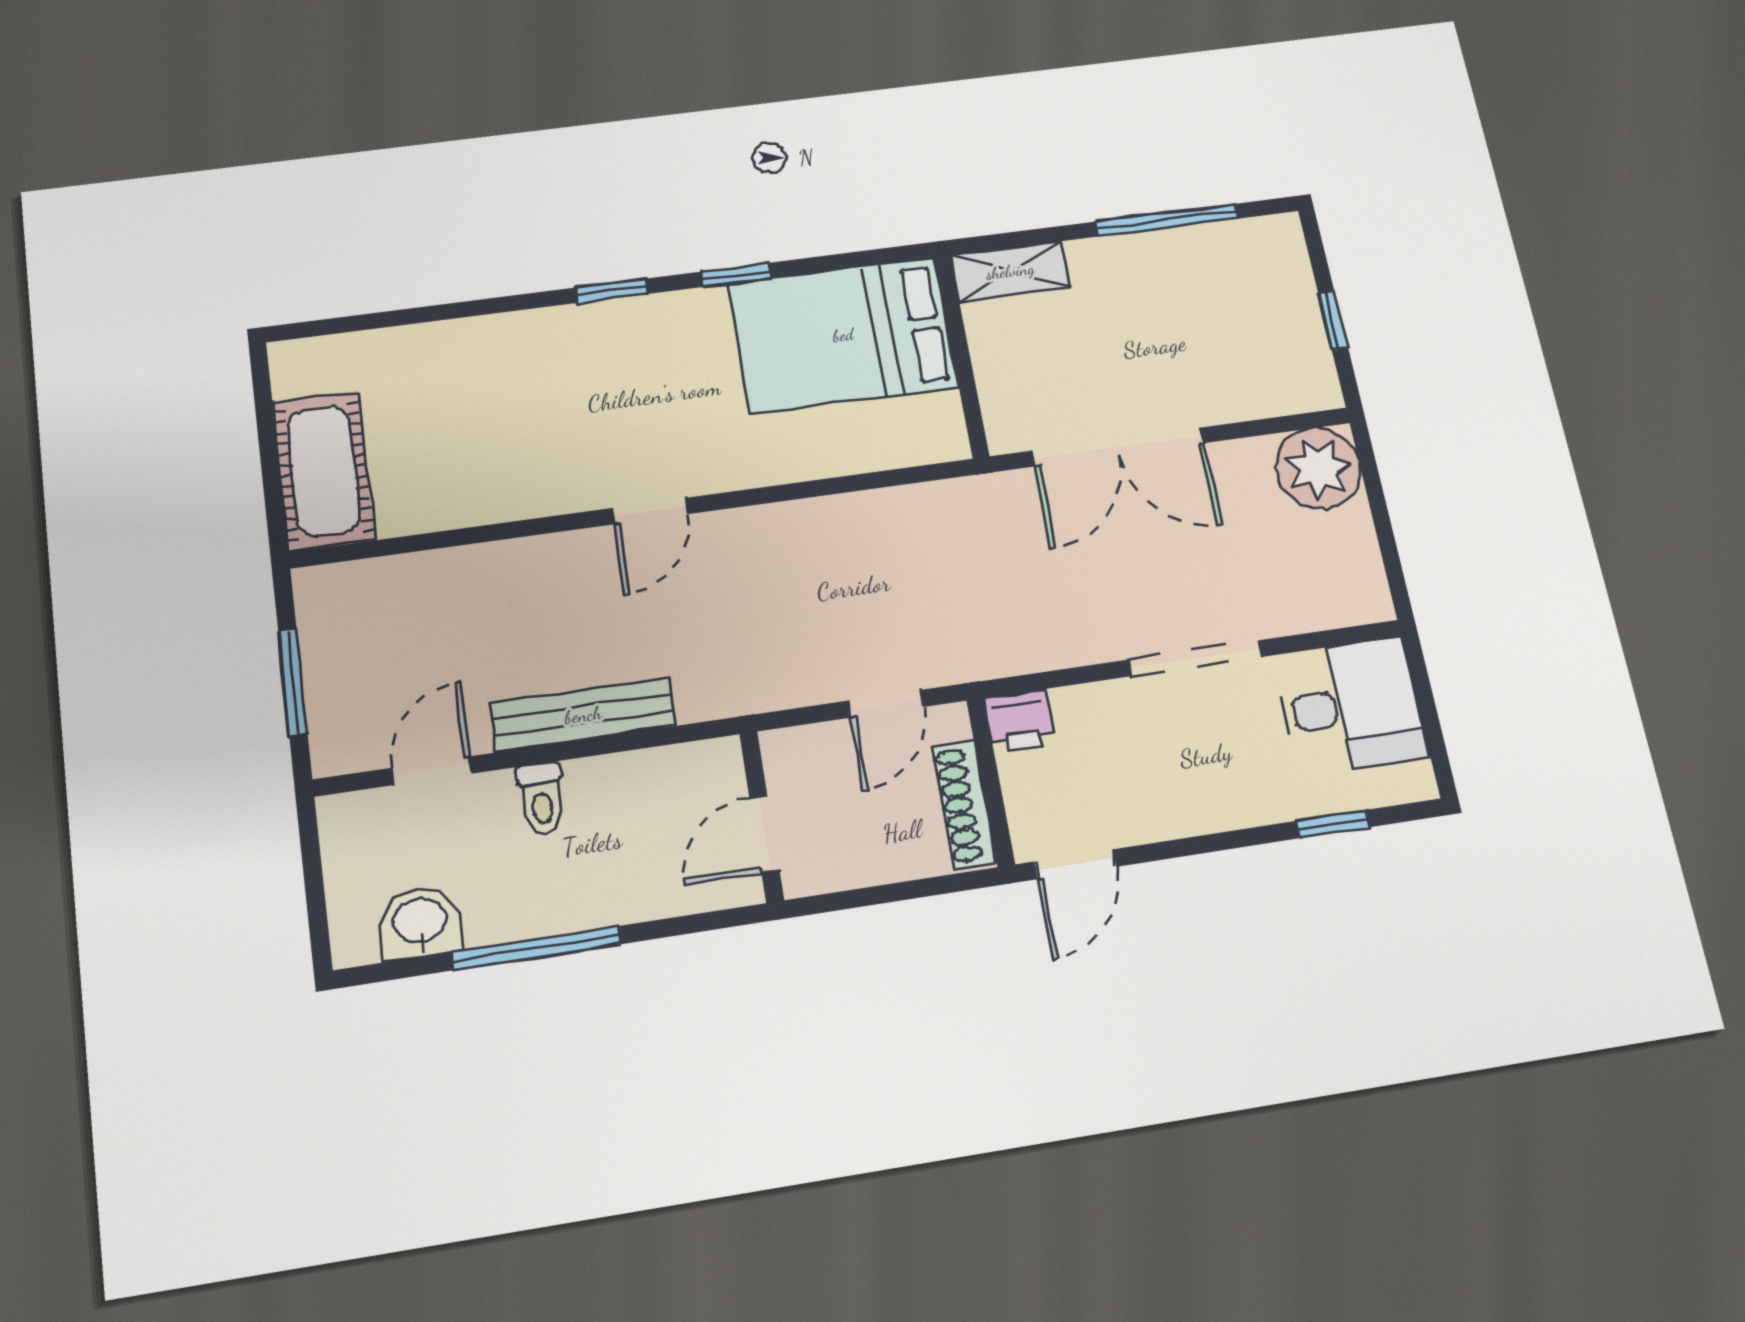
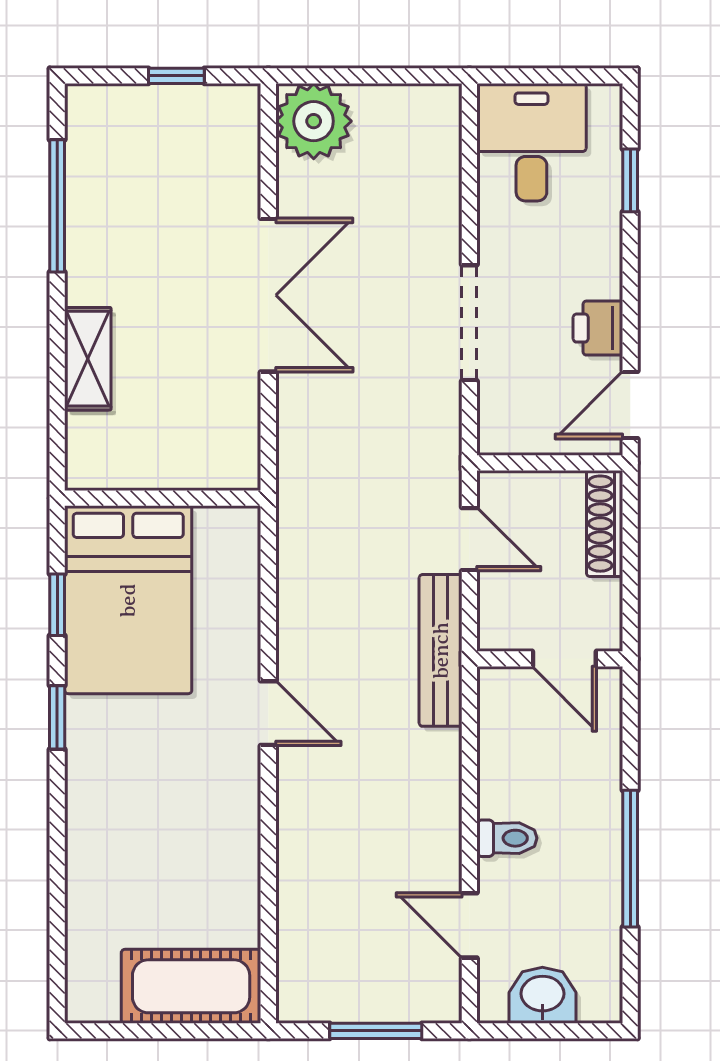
bed: (843, 335) -> (128, 600), moved
wall: (961, 356) -> (163, 498), moved
doorway: (1195, 658) -> (469, 323), moved
bench: (583, 715) -> (441, 650), moved
printer: (1020, 721) -> (598, 328), moved, turned 180
shoe rack: (964, 804) -> (605, 524), moved, turned 90
door: (1075, 864) -> (630, 405), swing flipped
washbasin: (420, 922) -> (542, 995), moved, turned 90

